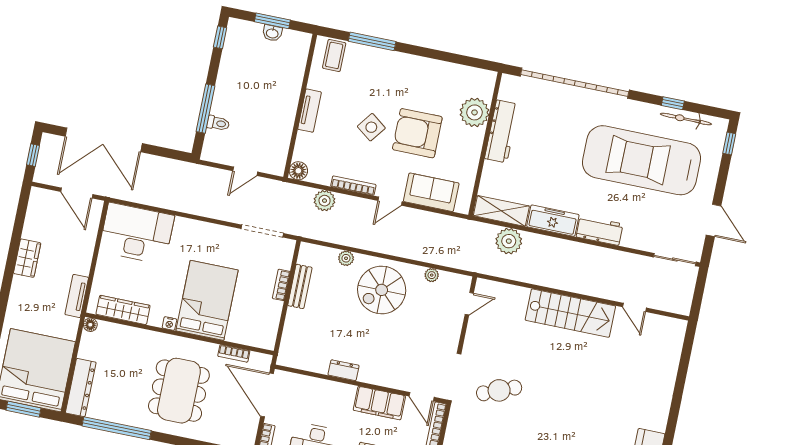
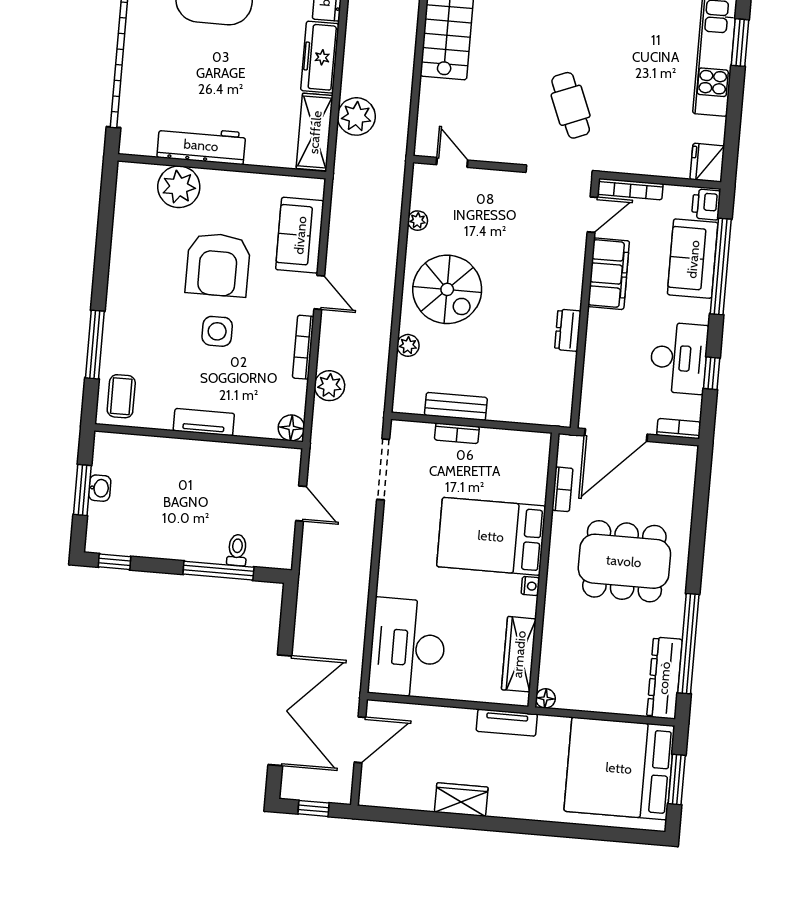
coffee table: (334, 55) -> (121, 396), turned 90
side table: (371, 127) -> (217, 331), turned -37
dresser: (81, 388) -> (664, 678), moved, turned -90

